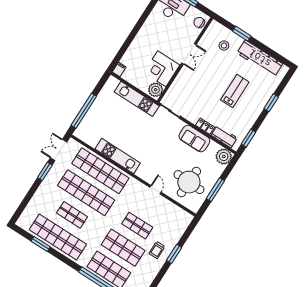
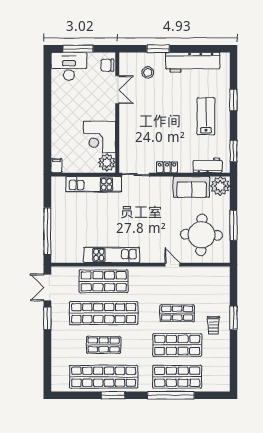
double door: (189, 54) -> (117, 90), moved
lab bench: (235, 91) -> (206, 116), moved
locker: (205, 126) -> (167, 167), moved
sofa: (194, 139) -> (192, 187), moved
shop shelf: (100, 171) -> (104, 281), width x0.71
window: (41, 244) -> (113, 395), moved

